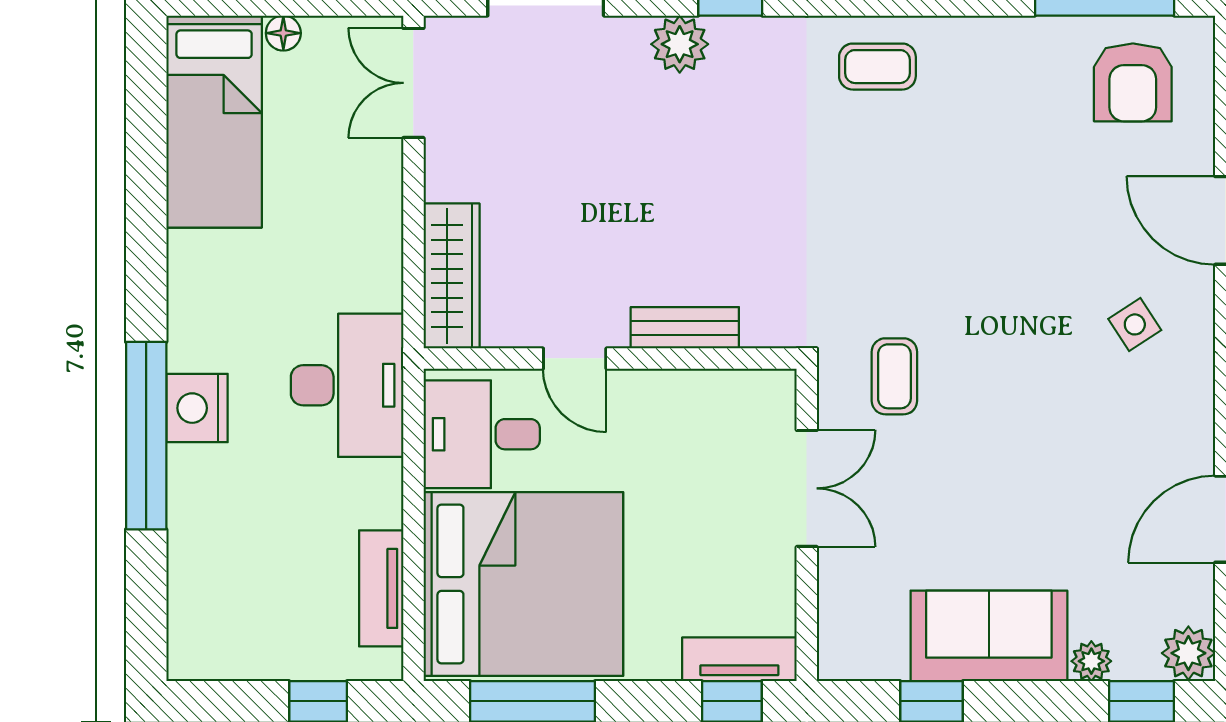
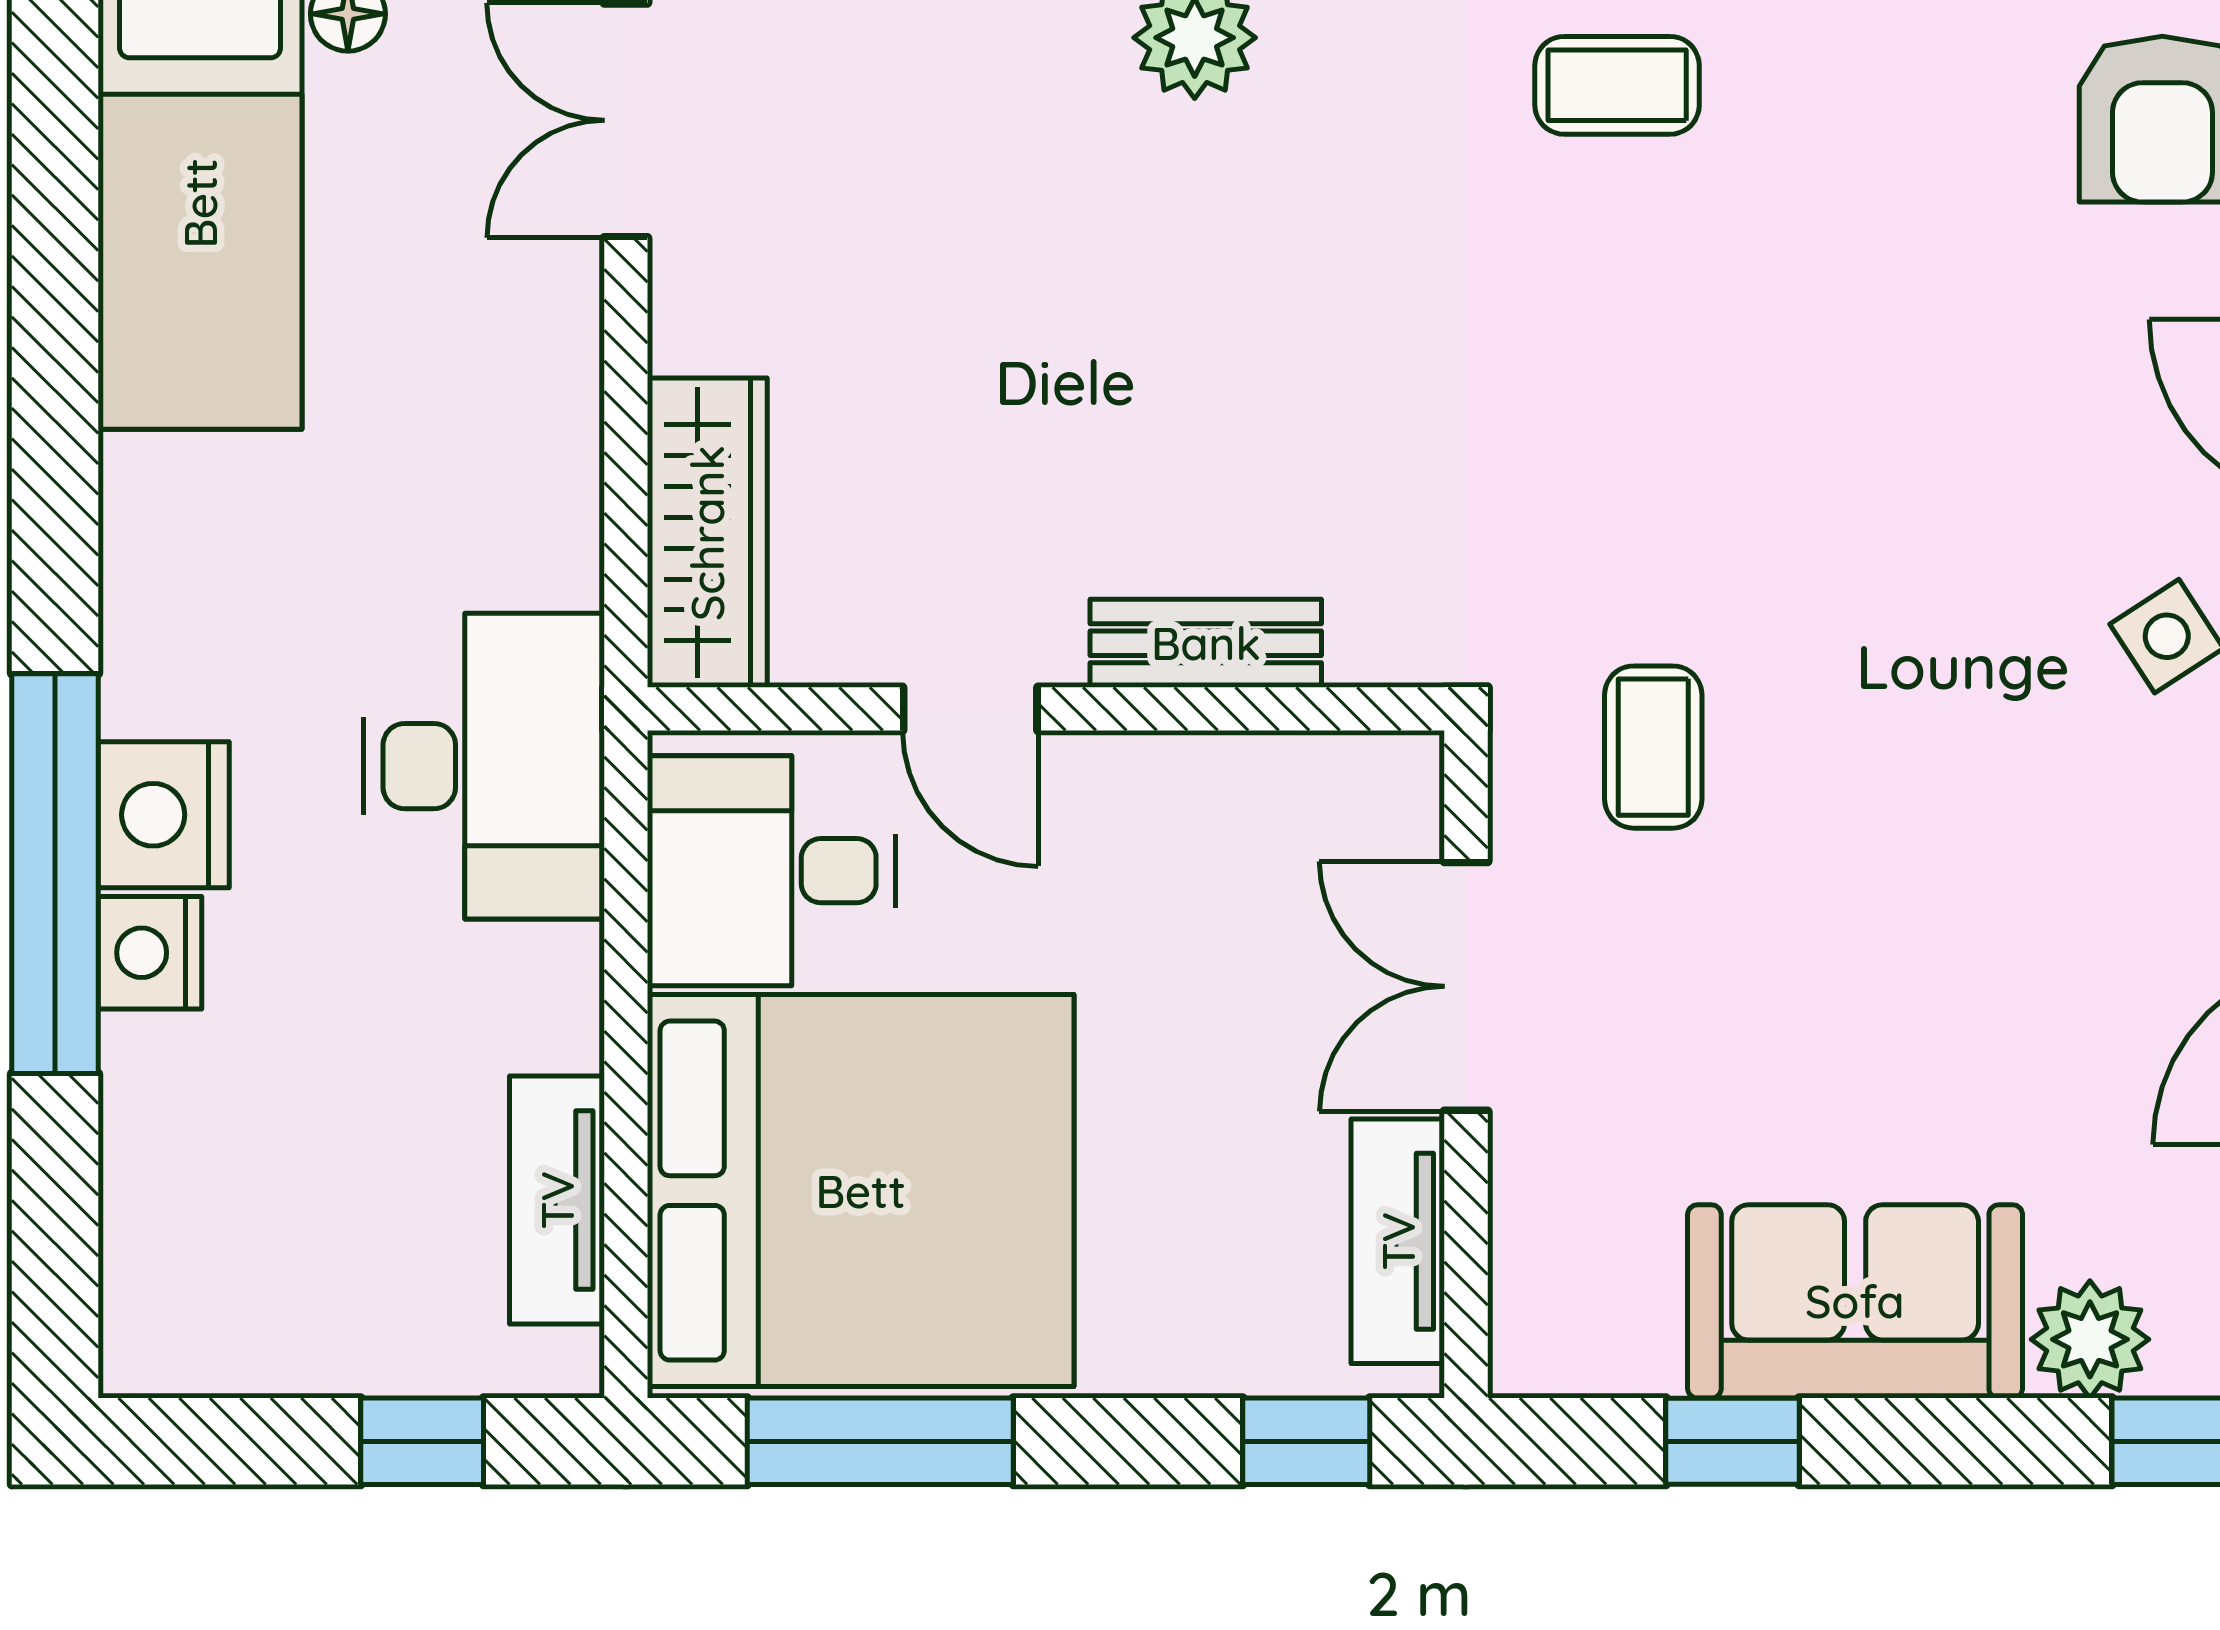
nightstand: (191, 473) -> (150, 953), added
double door: (807, 488) -> (1466, 986), swing flipped
tv unit: (739, 659) -> (1398, 1241), moved, turned -90
plant: (1091, 661) -> (2090, 1339), width x1.38, depth x1.38

